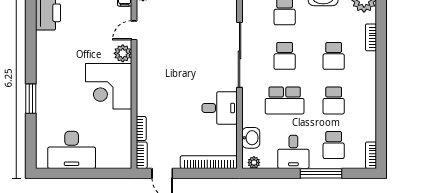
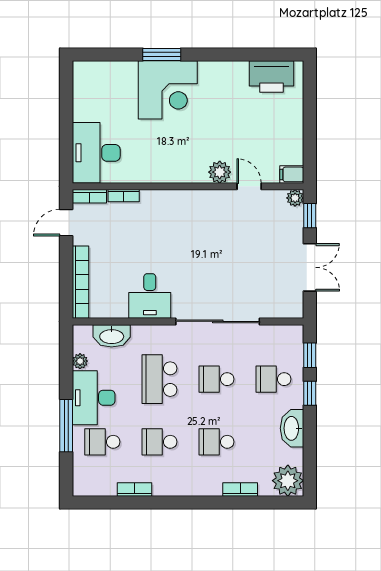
corner desk: (109, 86) -> (168, 90), moved, turned 180
washbasin: (251, 138) -> (112, 336), width x1.38
desk: (72, 150) -> (96, 153), moved
desk: (293, 152) -> (94, 398), width x1.37
bookcase: (371, 155) -> (134, 490), moved
plant: (254, 163) -> (80, 361), moved

